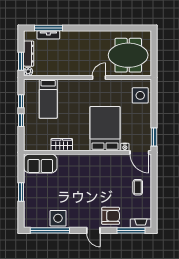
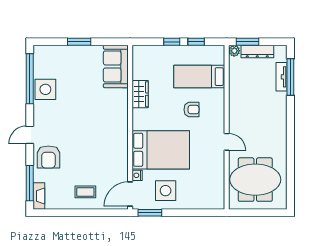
meeting table: (128, 55) -> (255, 180), turned 90
side table: (140, 95) -> (166, 191), moved
armchair: (74, 105) -> (191, 110), added

